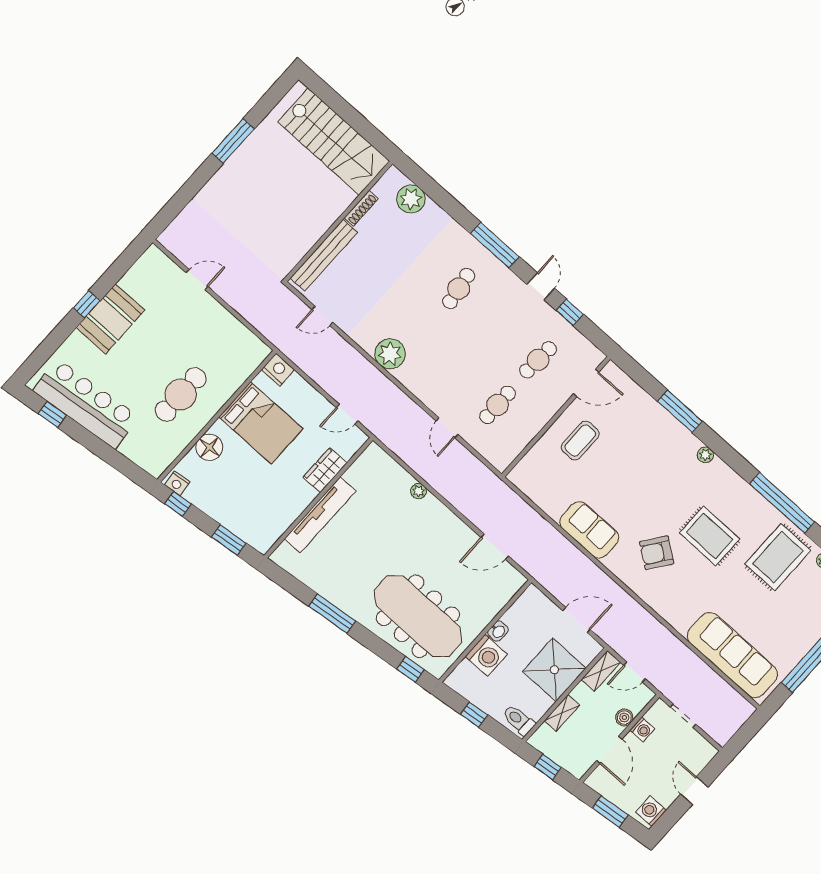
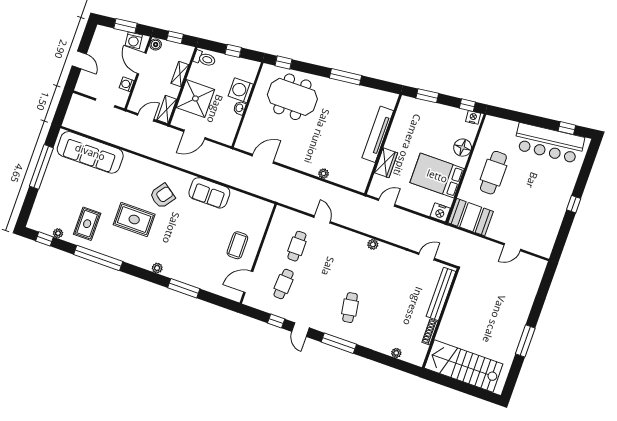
plant: (411, 199) -> (396, 353), width x0.53, depth x0.53
booth: (110, 319) -> (471, 217), moved, turned 90
plant: (390, 354) -> (373, 244), width x0.53, depth x0.53
rug: (778, 557) -> (87, 224), width x0.73, depth x0.70
meeting table: (418, 616) -> (292, 97), width x0.73
boiler: (624, 718) -> (156, 45), moved
washing machine: (651, 811) -> (134, 40), moved, turned 84

